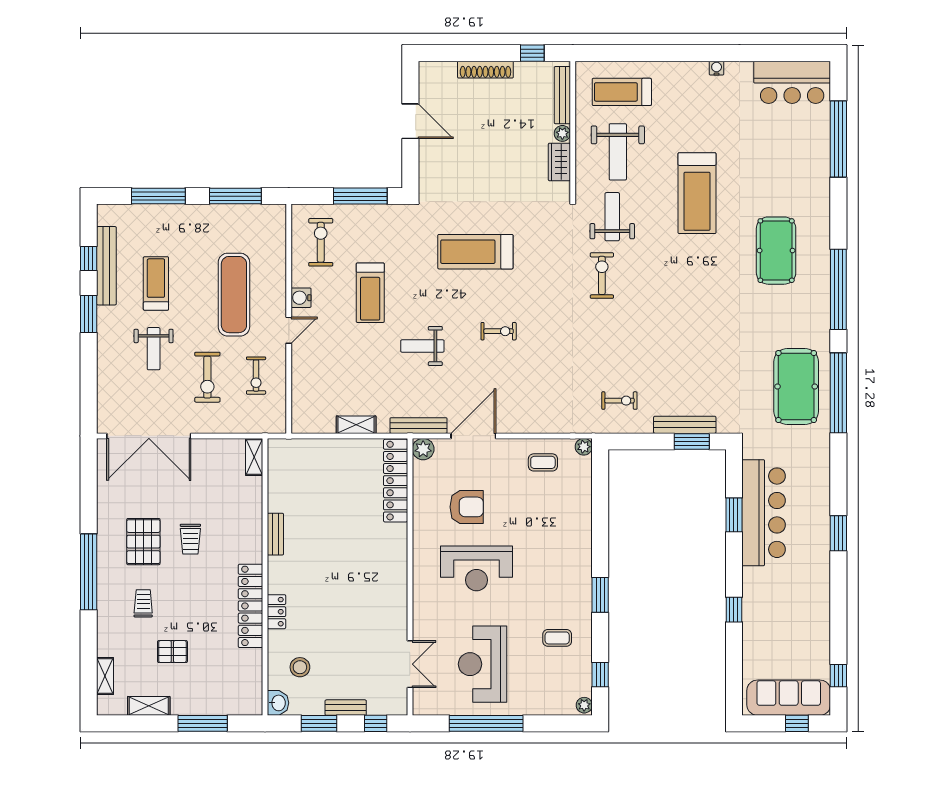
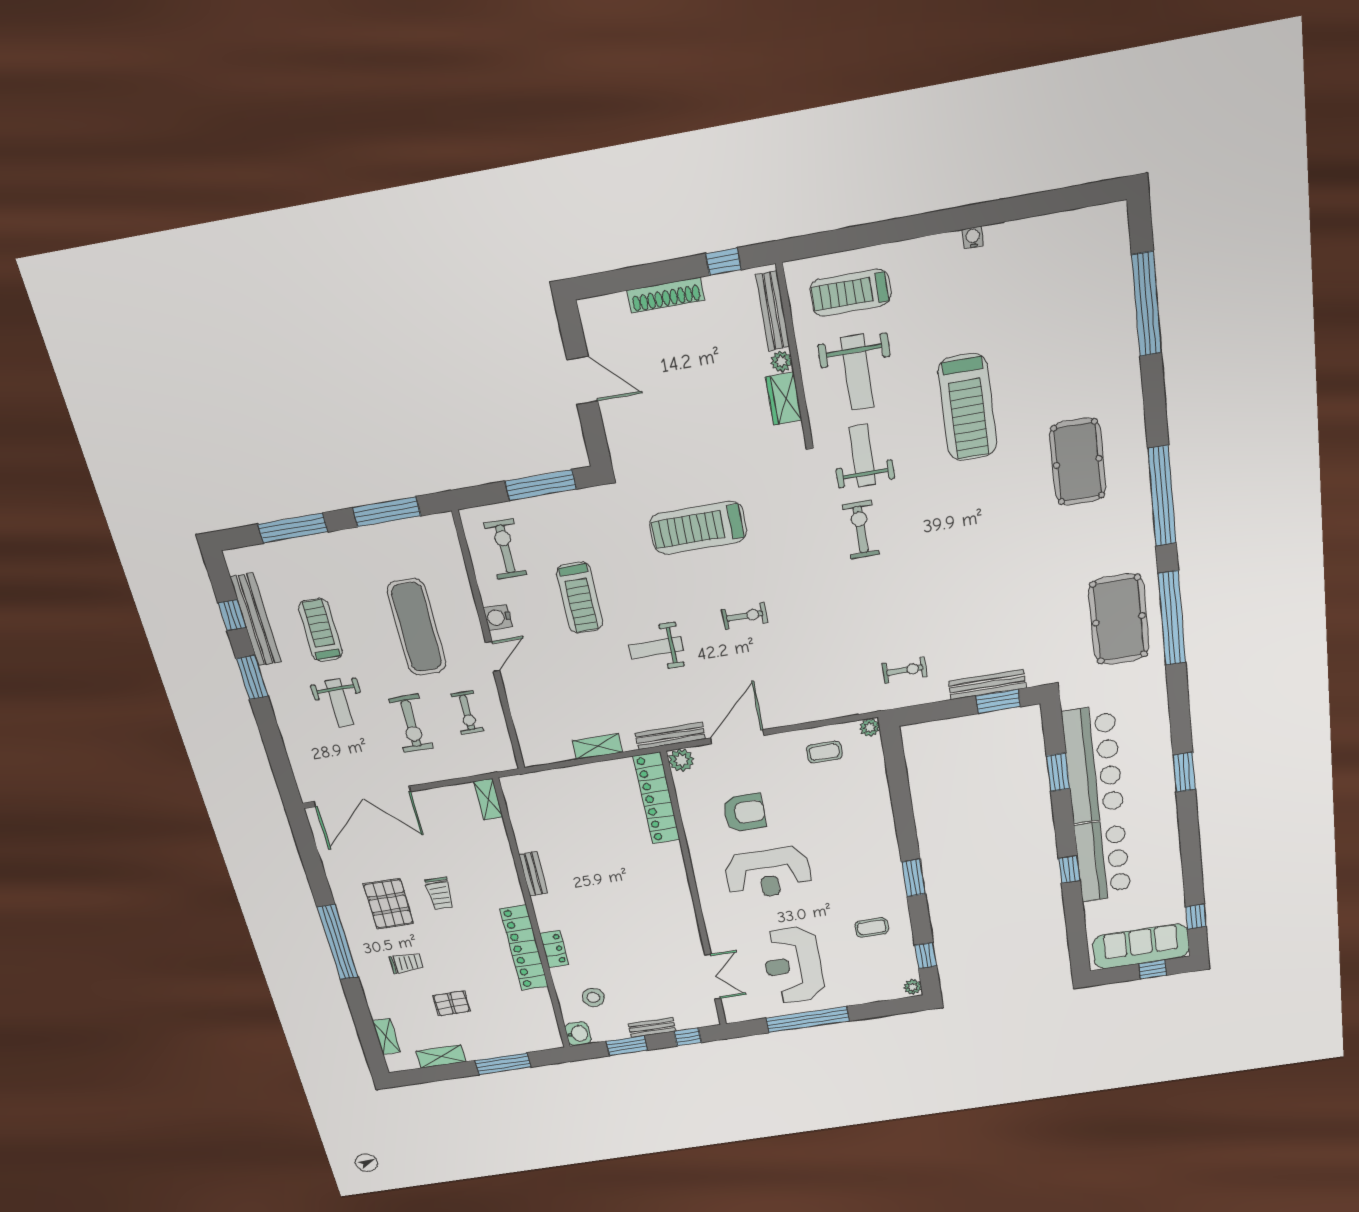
bar counter: (792, 82) -> (1103, 861), moved, turned -90
trolley: (143, 603) -> (406, 963), turned 90

